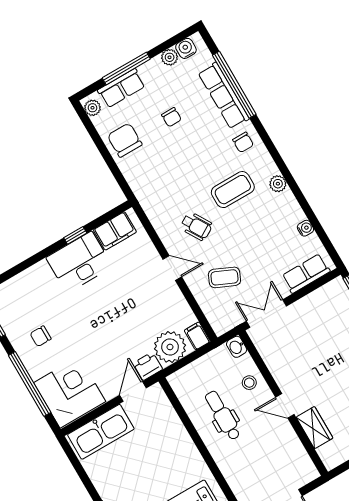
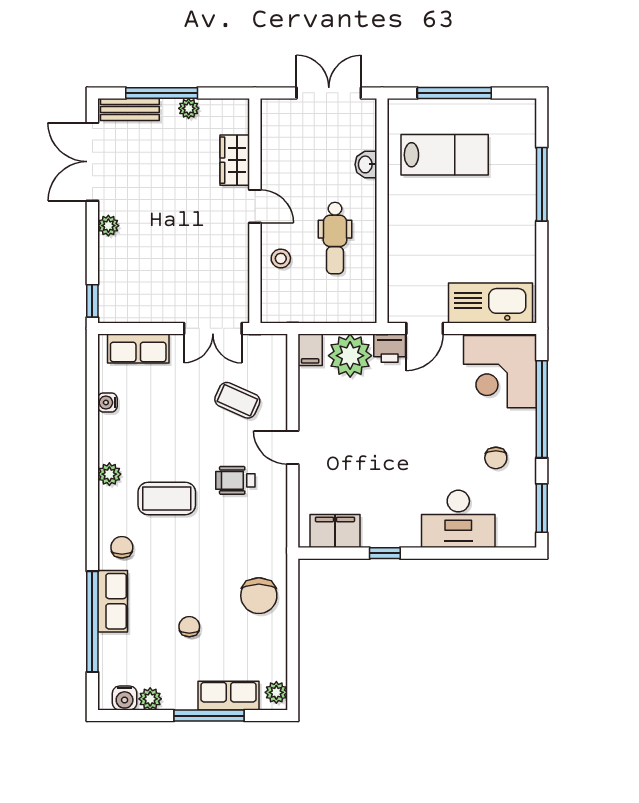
row of seats: (224, 96) -> (113, 601), width x0.68
chair: (125, 140) -> (259, 596), moved
wheelchair: (196, 226) -> (235, 480), turned -59
desk: (79, 262) -> (458, 519), moved
chair: (41, 336) -> (496, 458), turned 90
washbasin: (237, 347) -> (366, 164), moved, turned 180

